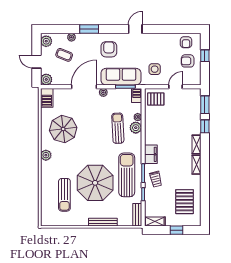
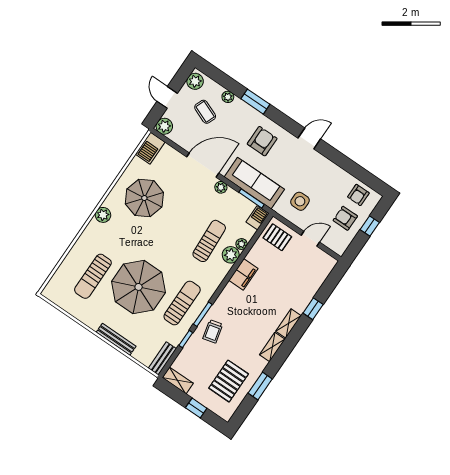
window: (205, 105) -> (260, 386), moved
filing cabinet: (151, 154) -> (243, 274), moved
sun lounger: (127, 175) -> (182, 303), width x0.73, depth x0.75

